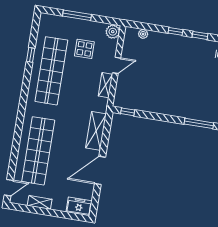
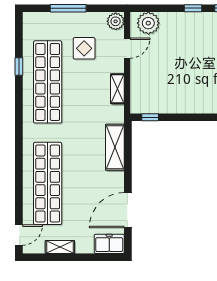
plant: (143, 34) -> (148, 23), width x1.87, depth x1.87
door: (117, 65) -> (127, 48), moved
door: (100, 170) -> (128, 210), moved

